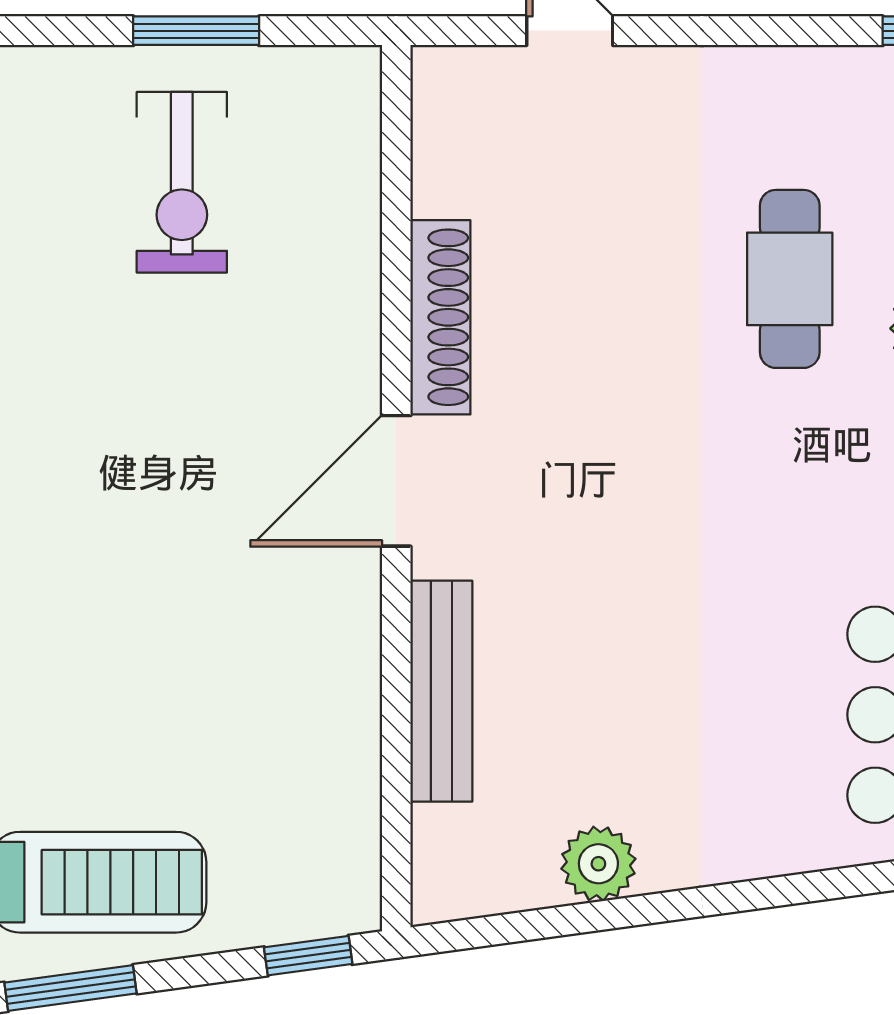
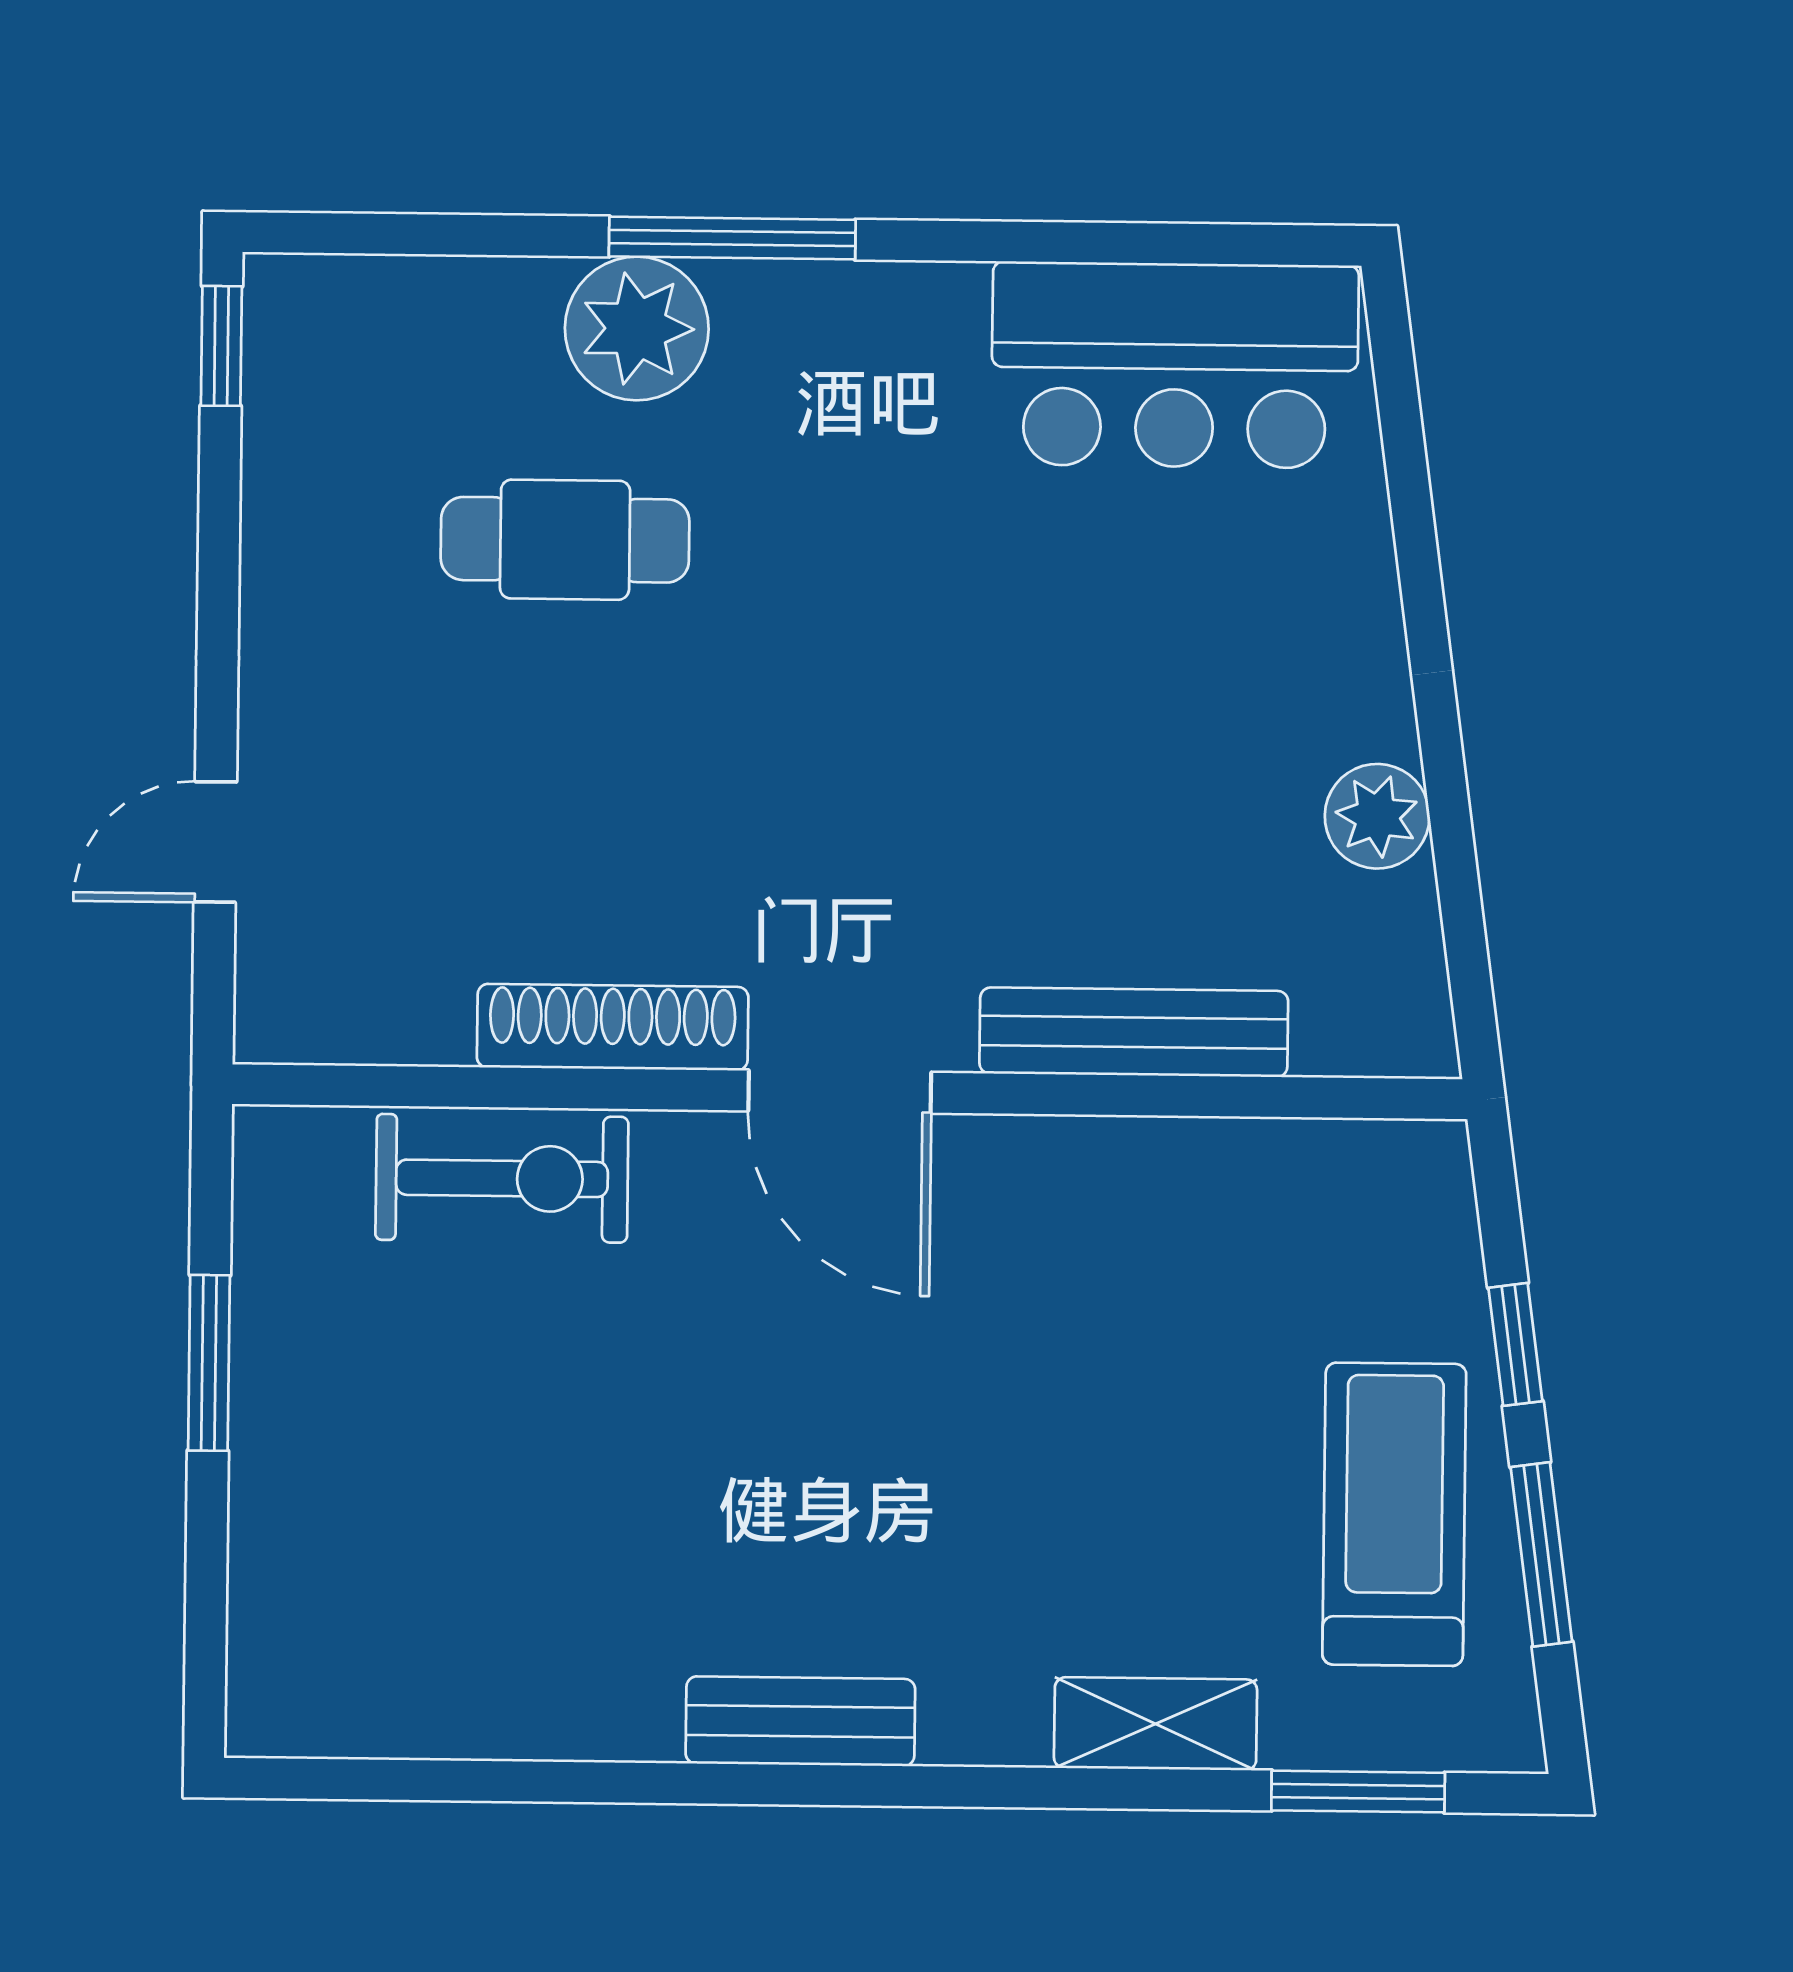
exercise bike: (182, 182) -> (502, 1178), moved
window: (308, 956) -> (1515, 1344), moved

